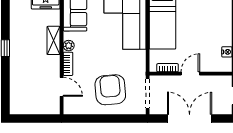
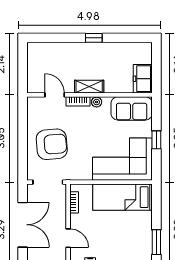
shelving: (54, 40) -> (89, 87), moved
door: (190, 74) -> (68, 238), moved
door: (62, 87) -> (55, 95), swing flipped

